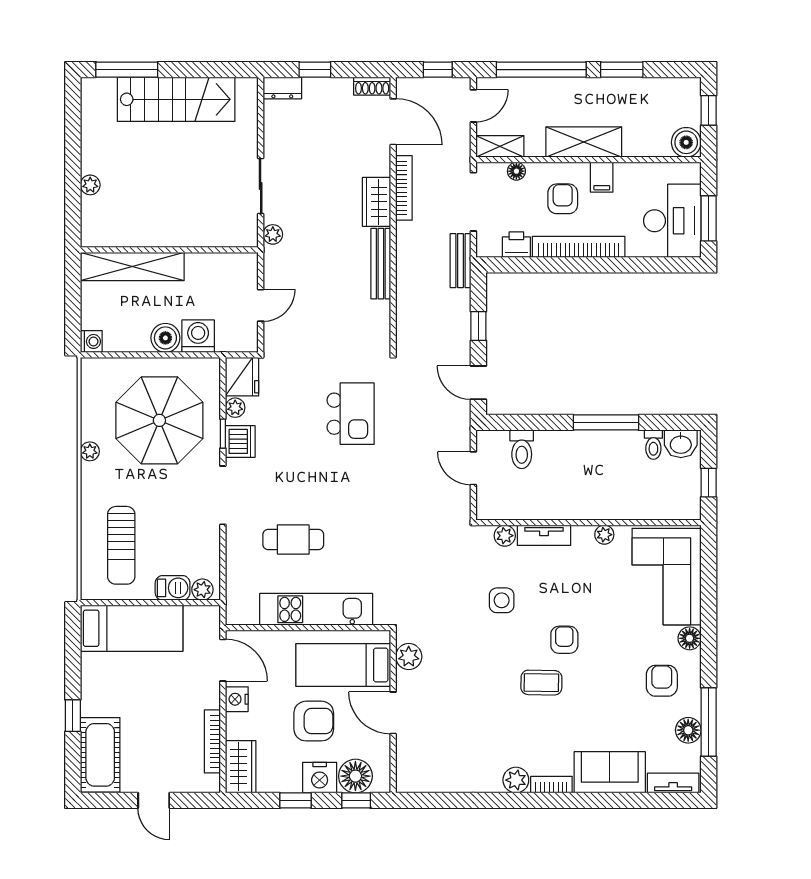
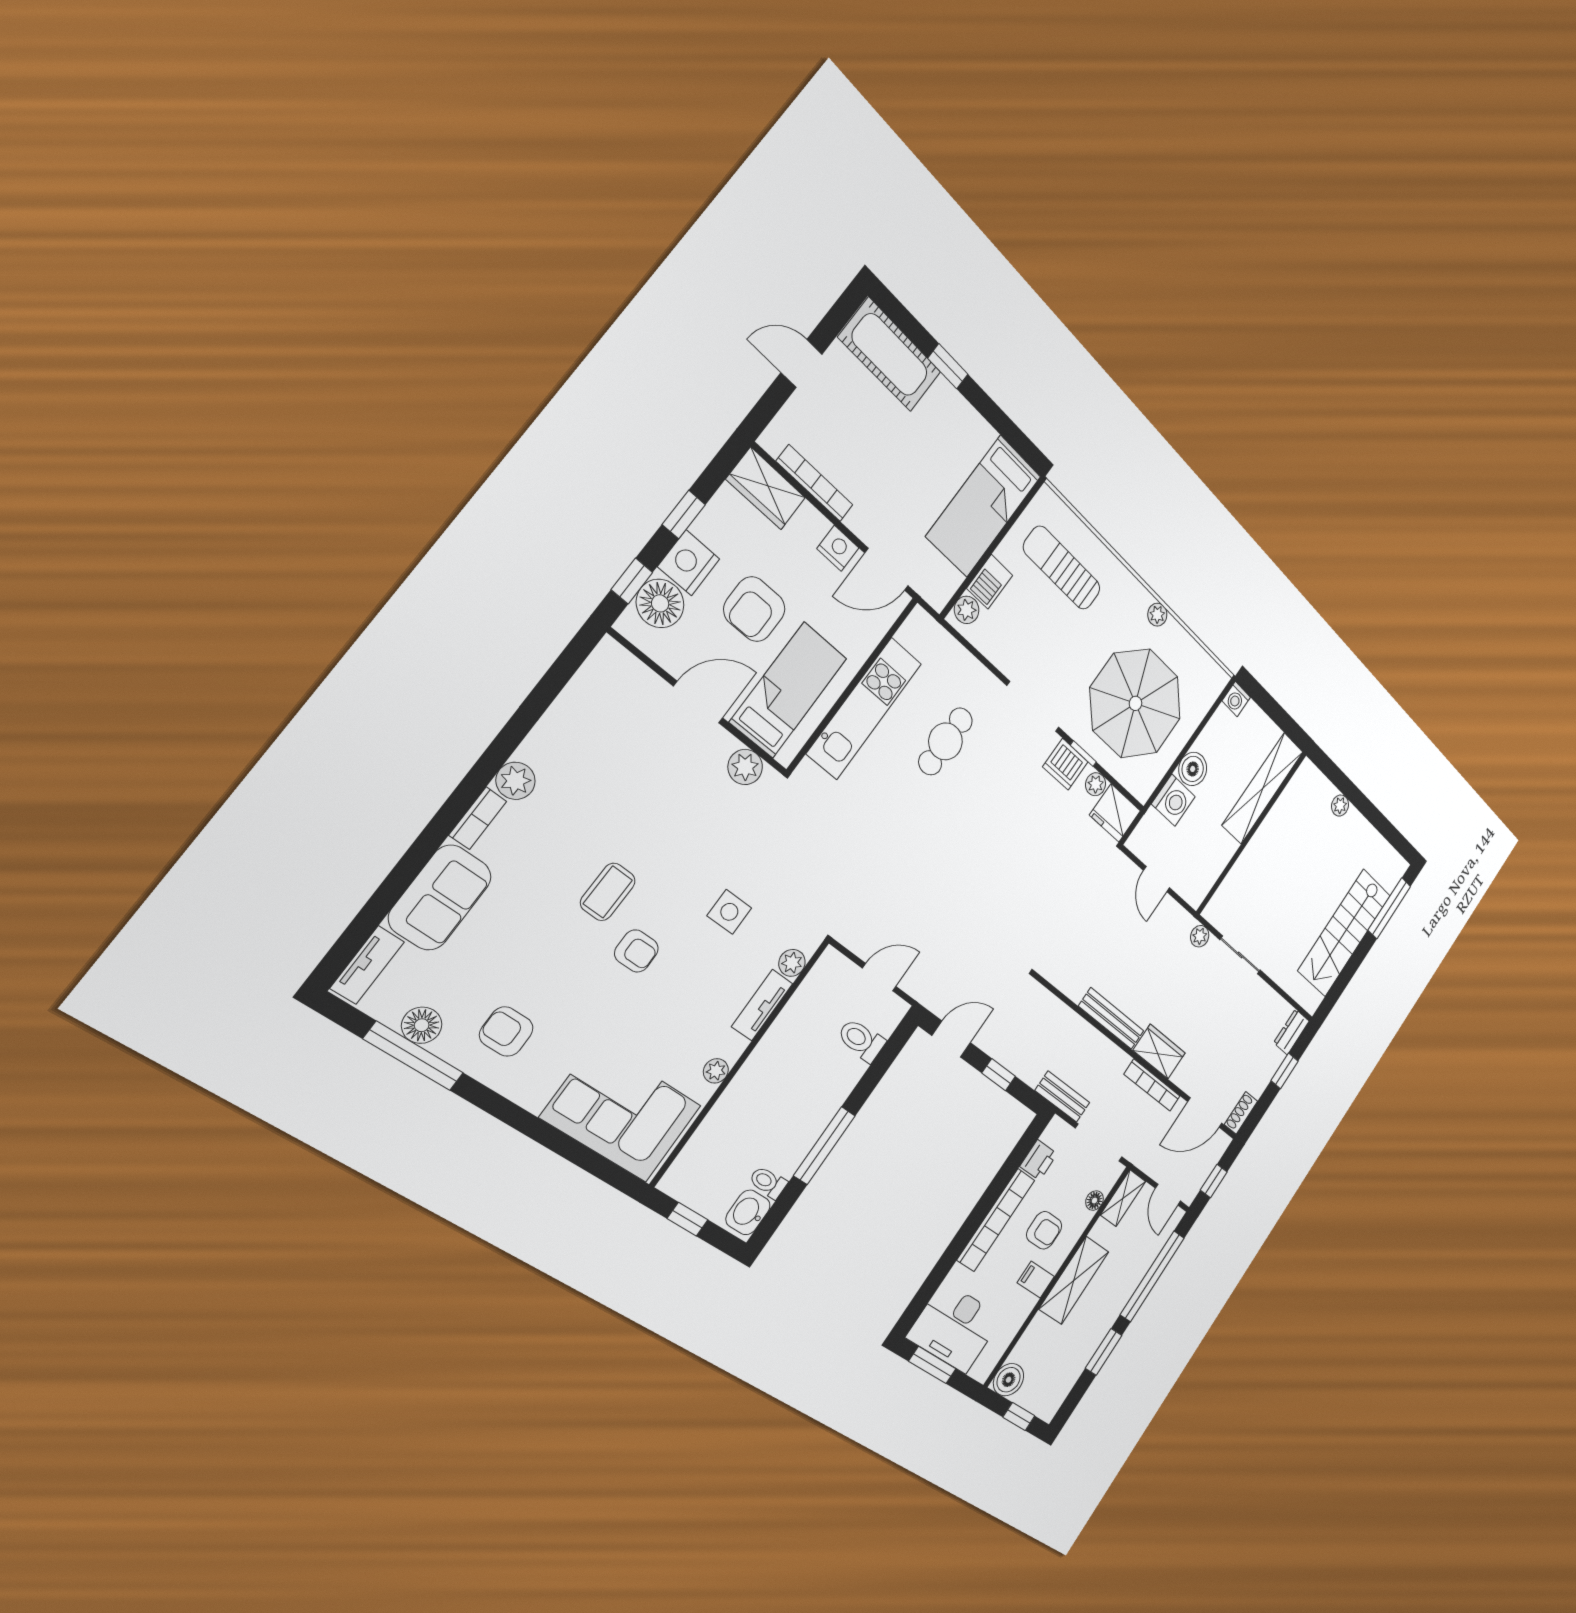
kitchen island: (351, 414) -> (1013, 891), removed
floor lamp: (690, 638) -> (532, 1095), removed
armchair: (662, 681) -> (506, 1032), turned 180

